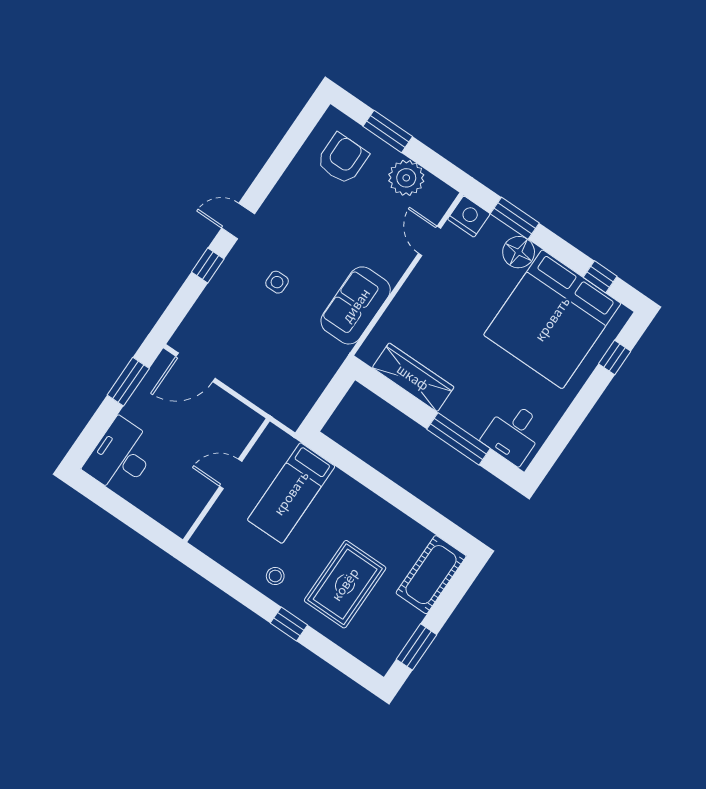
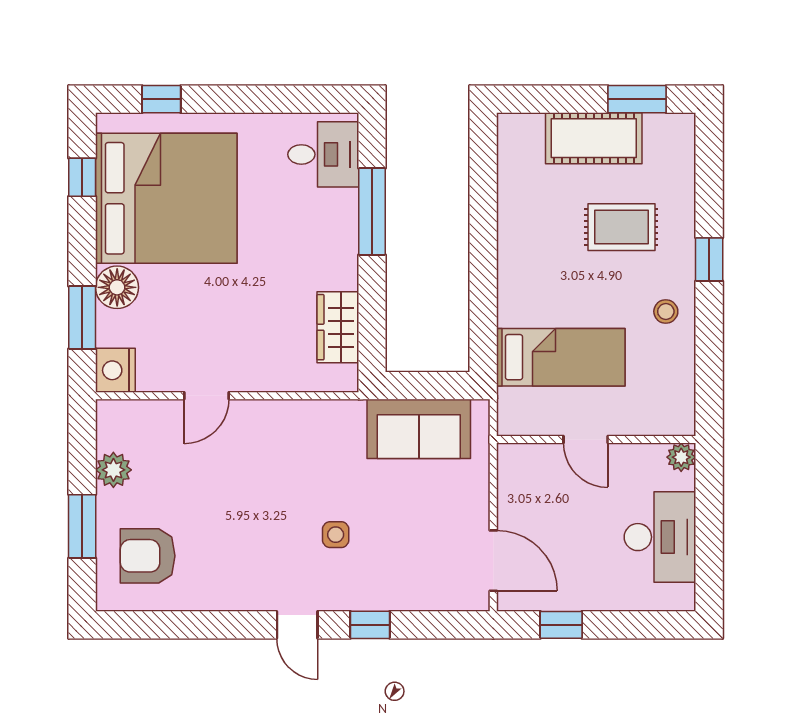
plant: (406, 178) -> (113, 470), width x0.73, depth x0.73
door: (429, 241) -> (207, 396), moved
sofa: (356, 305) -> (419, 429), moved
wardrobe: (413, 377) -> (338, 327), width x0.67
window: (128, 382) -> (561, 625), width x0.67
desk: (121, 456) -> (660, 537), moved, turned -90
plant: (180, 525) -> (681, 457), added
cot: (431, 575) -> (594, 138), moved
rug: (345, 584) -> (621, 227), width x0.73, depth x0.70

